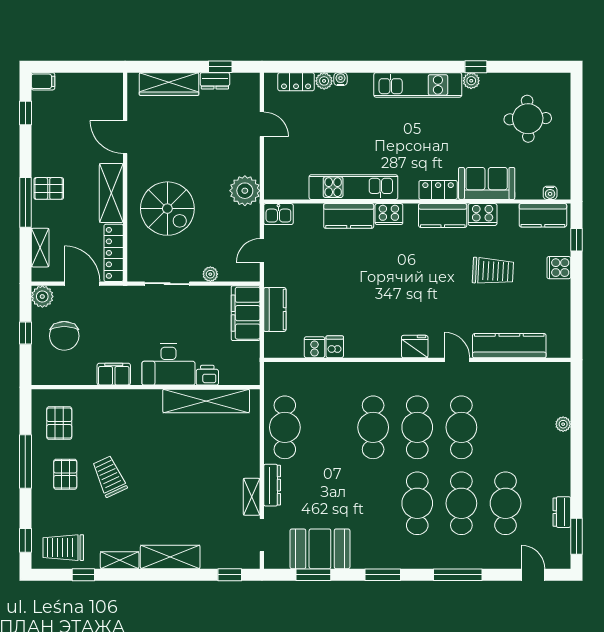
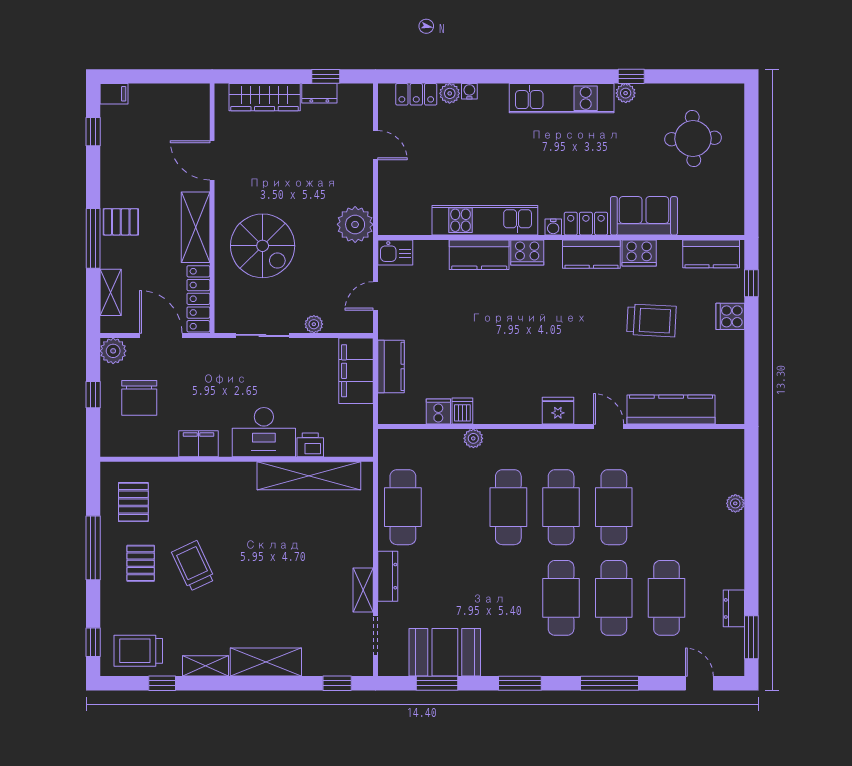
water cooler: (550, 193) -> (553, 227), moved
plant: (344, 370) -> (473, 438), added

